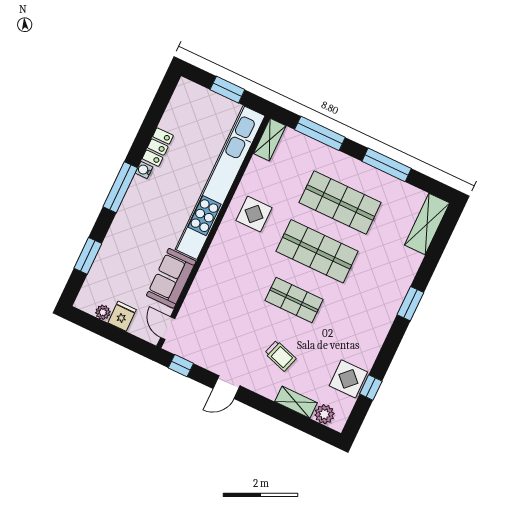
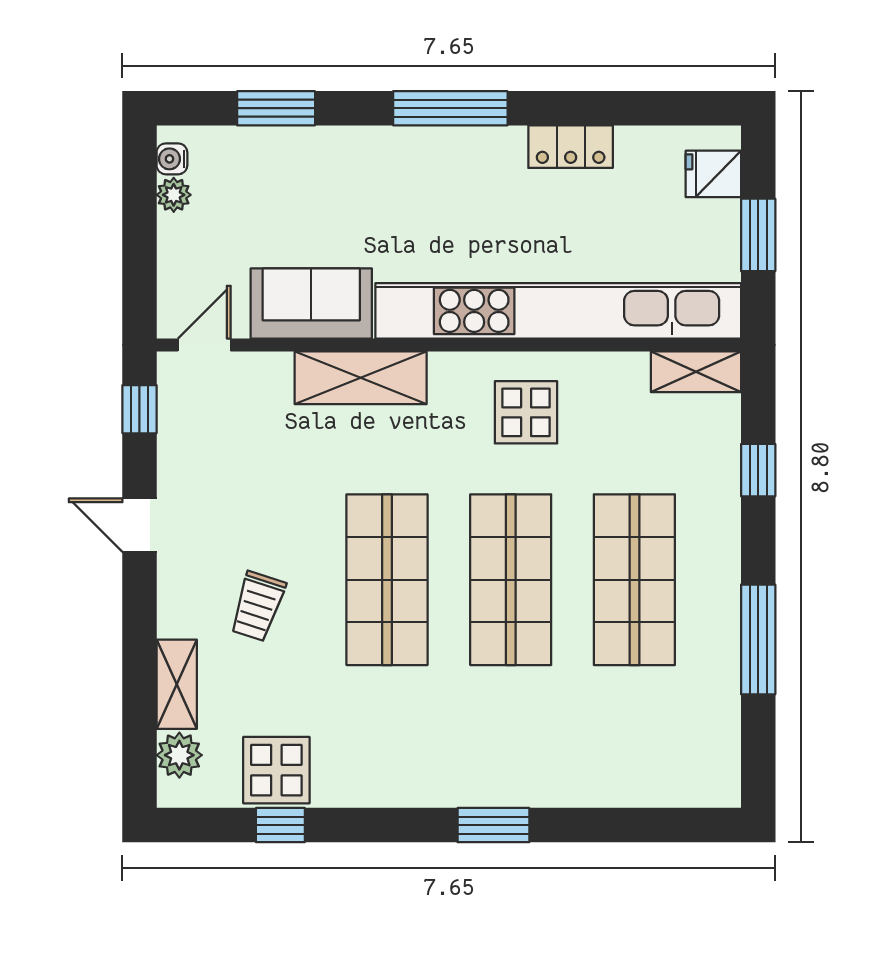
window: (320, 133) -> (758, 470), width x0.46
water cooler: (144, 170) -> (172, 159), moved, turned -90
shelving: (427, 224) -> (361, 378), moved
shop shelf: (294, 300) -> (387, 580), width x1.43, depth x1.36
fridge: (122, 316) -> (713, 174), moved, turned 180

